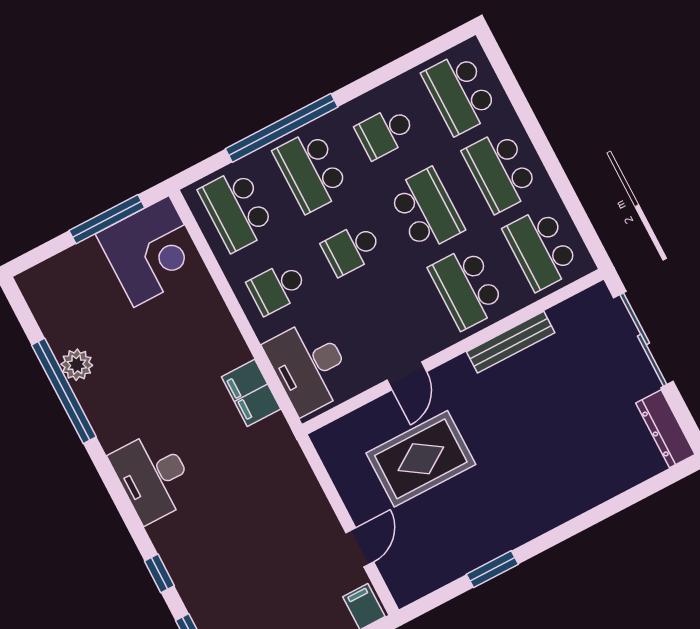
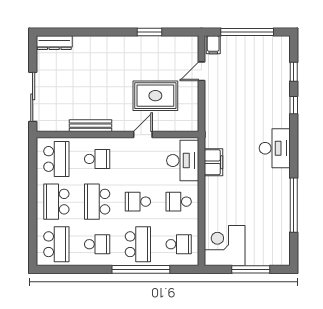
school desk: (500, 171) -> (56, 202), turned 180
school desk: (237, 210) -> (179, 244), width x0.54
window: (107, 219) -> (251, 269), moved
school desk: (352, 249) -> (138, 202), turned 180
school desk: (277, 288) -> (179, 202), turned 180
school desk: (467, 288) -> (97, 159), width x0.54
plant: (77, 365) -> (282, 214), removed
dresser: (665, 429) -> (54, 43), moved, turned 90

